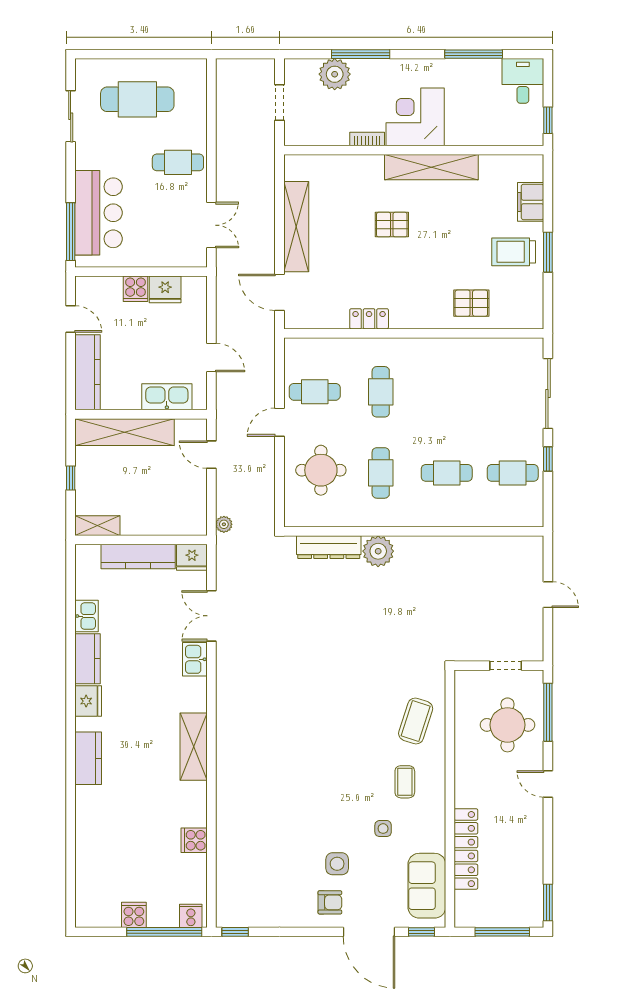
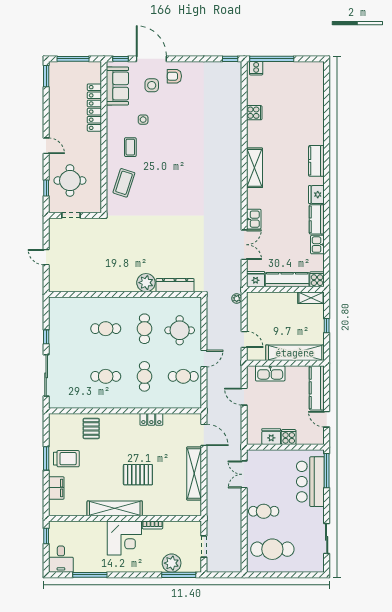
window: (361, 54) -> (179, 575), moved
cafe table: (137, 99) -> (272, 549), moved
pallet: (392, 225) -> (138, 475), width x1.50, depth x1.42
pallet: (471, 303) -> (91, 428), turned 90
cafe table: (513, 473) -> (106, 376), moved
window: (548, 712) -> (46, 188), width x0.46
side table: (337, 864) -> (152, 85), moved
cooker: (134, 915) -> (317, 279), moved, turned 180

